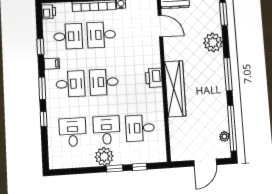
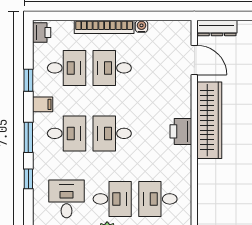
wardrobe: (175, 89) -> (209, 120), moved
desk: (107, 130) -> (112, 199), turned 90

